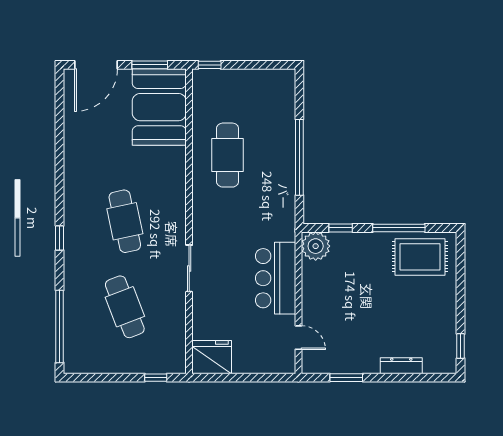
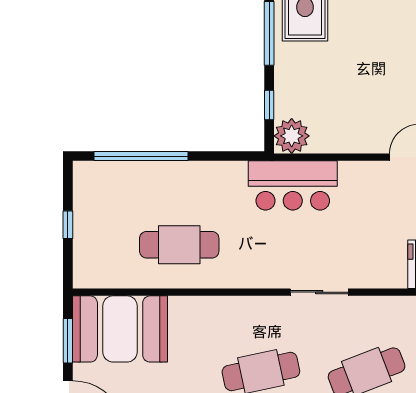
window: (210, 65) -> (68, 225), moved
window: (299, 157) -> (141, 156), moved
bar counter: (276, 278) -> (293, 185), moved

